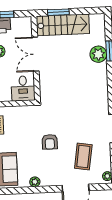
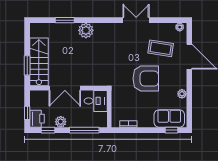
plant: (98, 54) -> (86, 30), moved
armchair: (50, 142) -> (146, 79), width x1.88, depth x1.88

